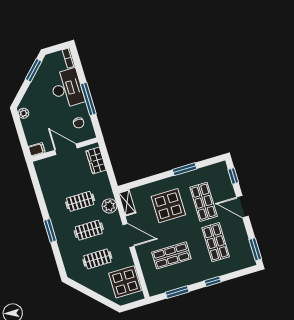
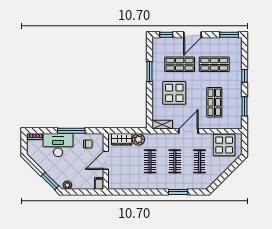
window: (34, 70) -> (50, 181), moved
plant: (109, 206) -> (138, 139), moved
window: (50, 231) -> (178, 192), moved

